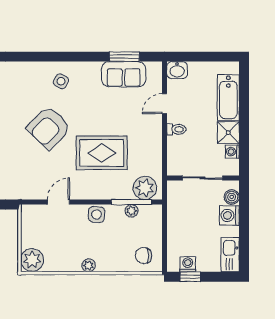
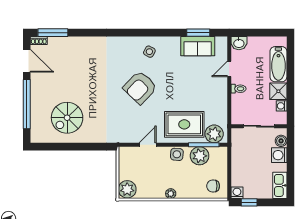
rug: (102, 153) -> (184, 124), moved
plant: (132, 211) -> (200, 156), width x1.88, depth x1.88
washing machine: (188, 264) -> (237, 193), moved

